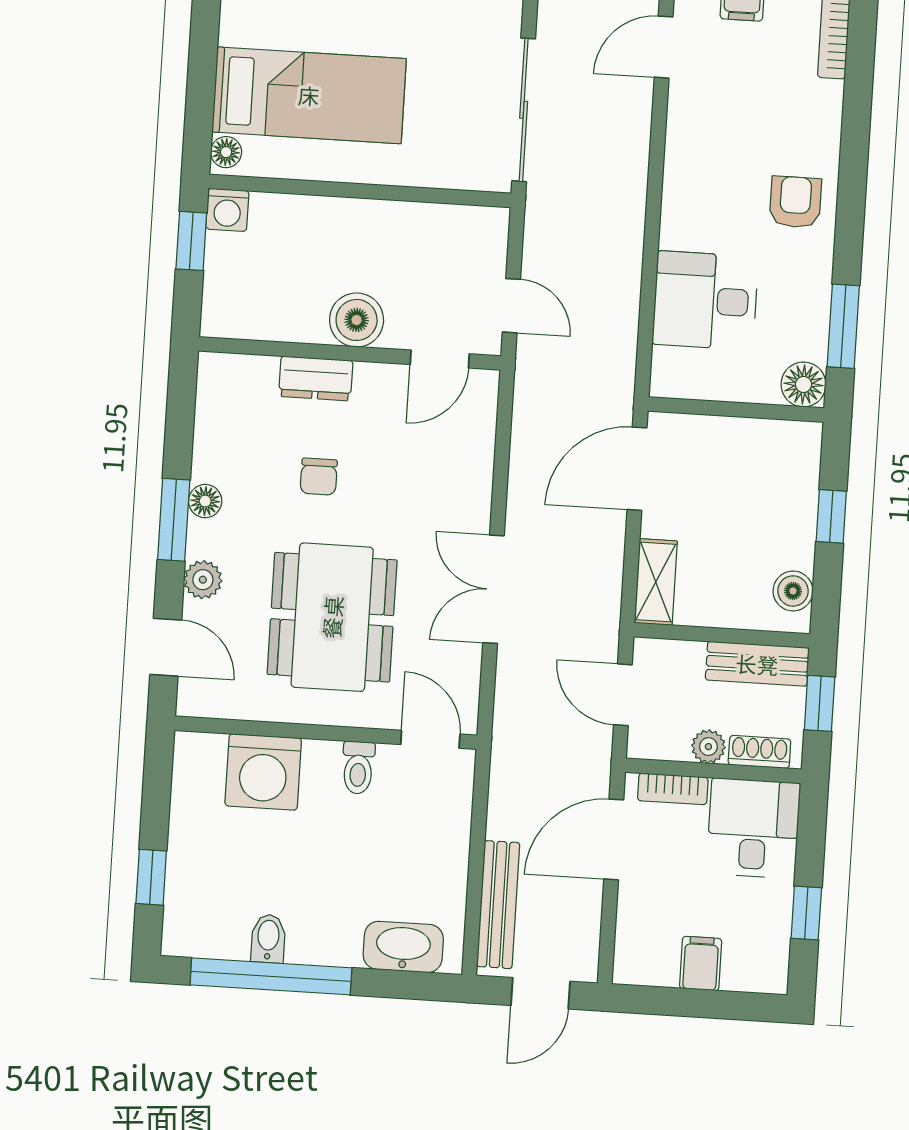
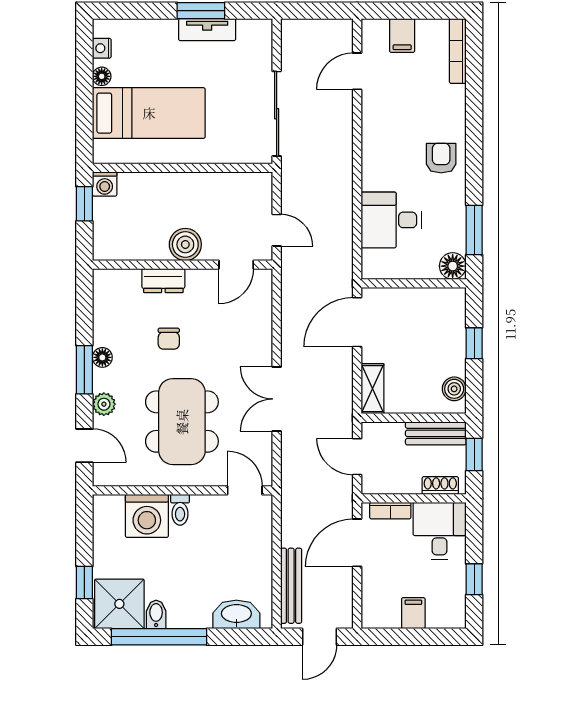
floor lamp: (226, 152) -> (102, 76), moved
plant: (708, 747) -> (410, 484), removed
toilet: (358, 768) -> (180, 510), moved
shower: (208, 917) -> (119, 604), added

